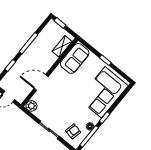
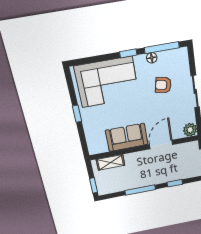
sofa: (75, 58) -> (127, 137), moved
door: (41, 83) -> (161, 145), swing flipped
armchair: (73, 131) -> (163, 85), moved

